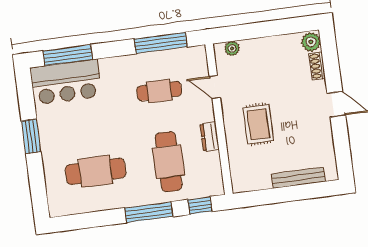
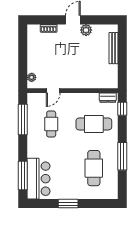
plant: (311, 42) -> (86, 30), moved
rug: (258, 124) -> (79, 68), removed
dresser: (210, 137) -> (108, 98), moved
window: (149, 212) -> (122, 156), moved

